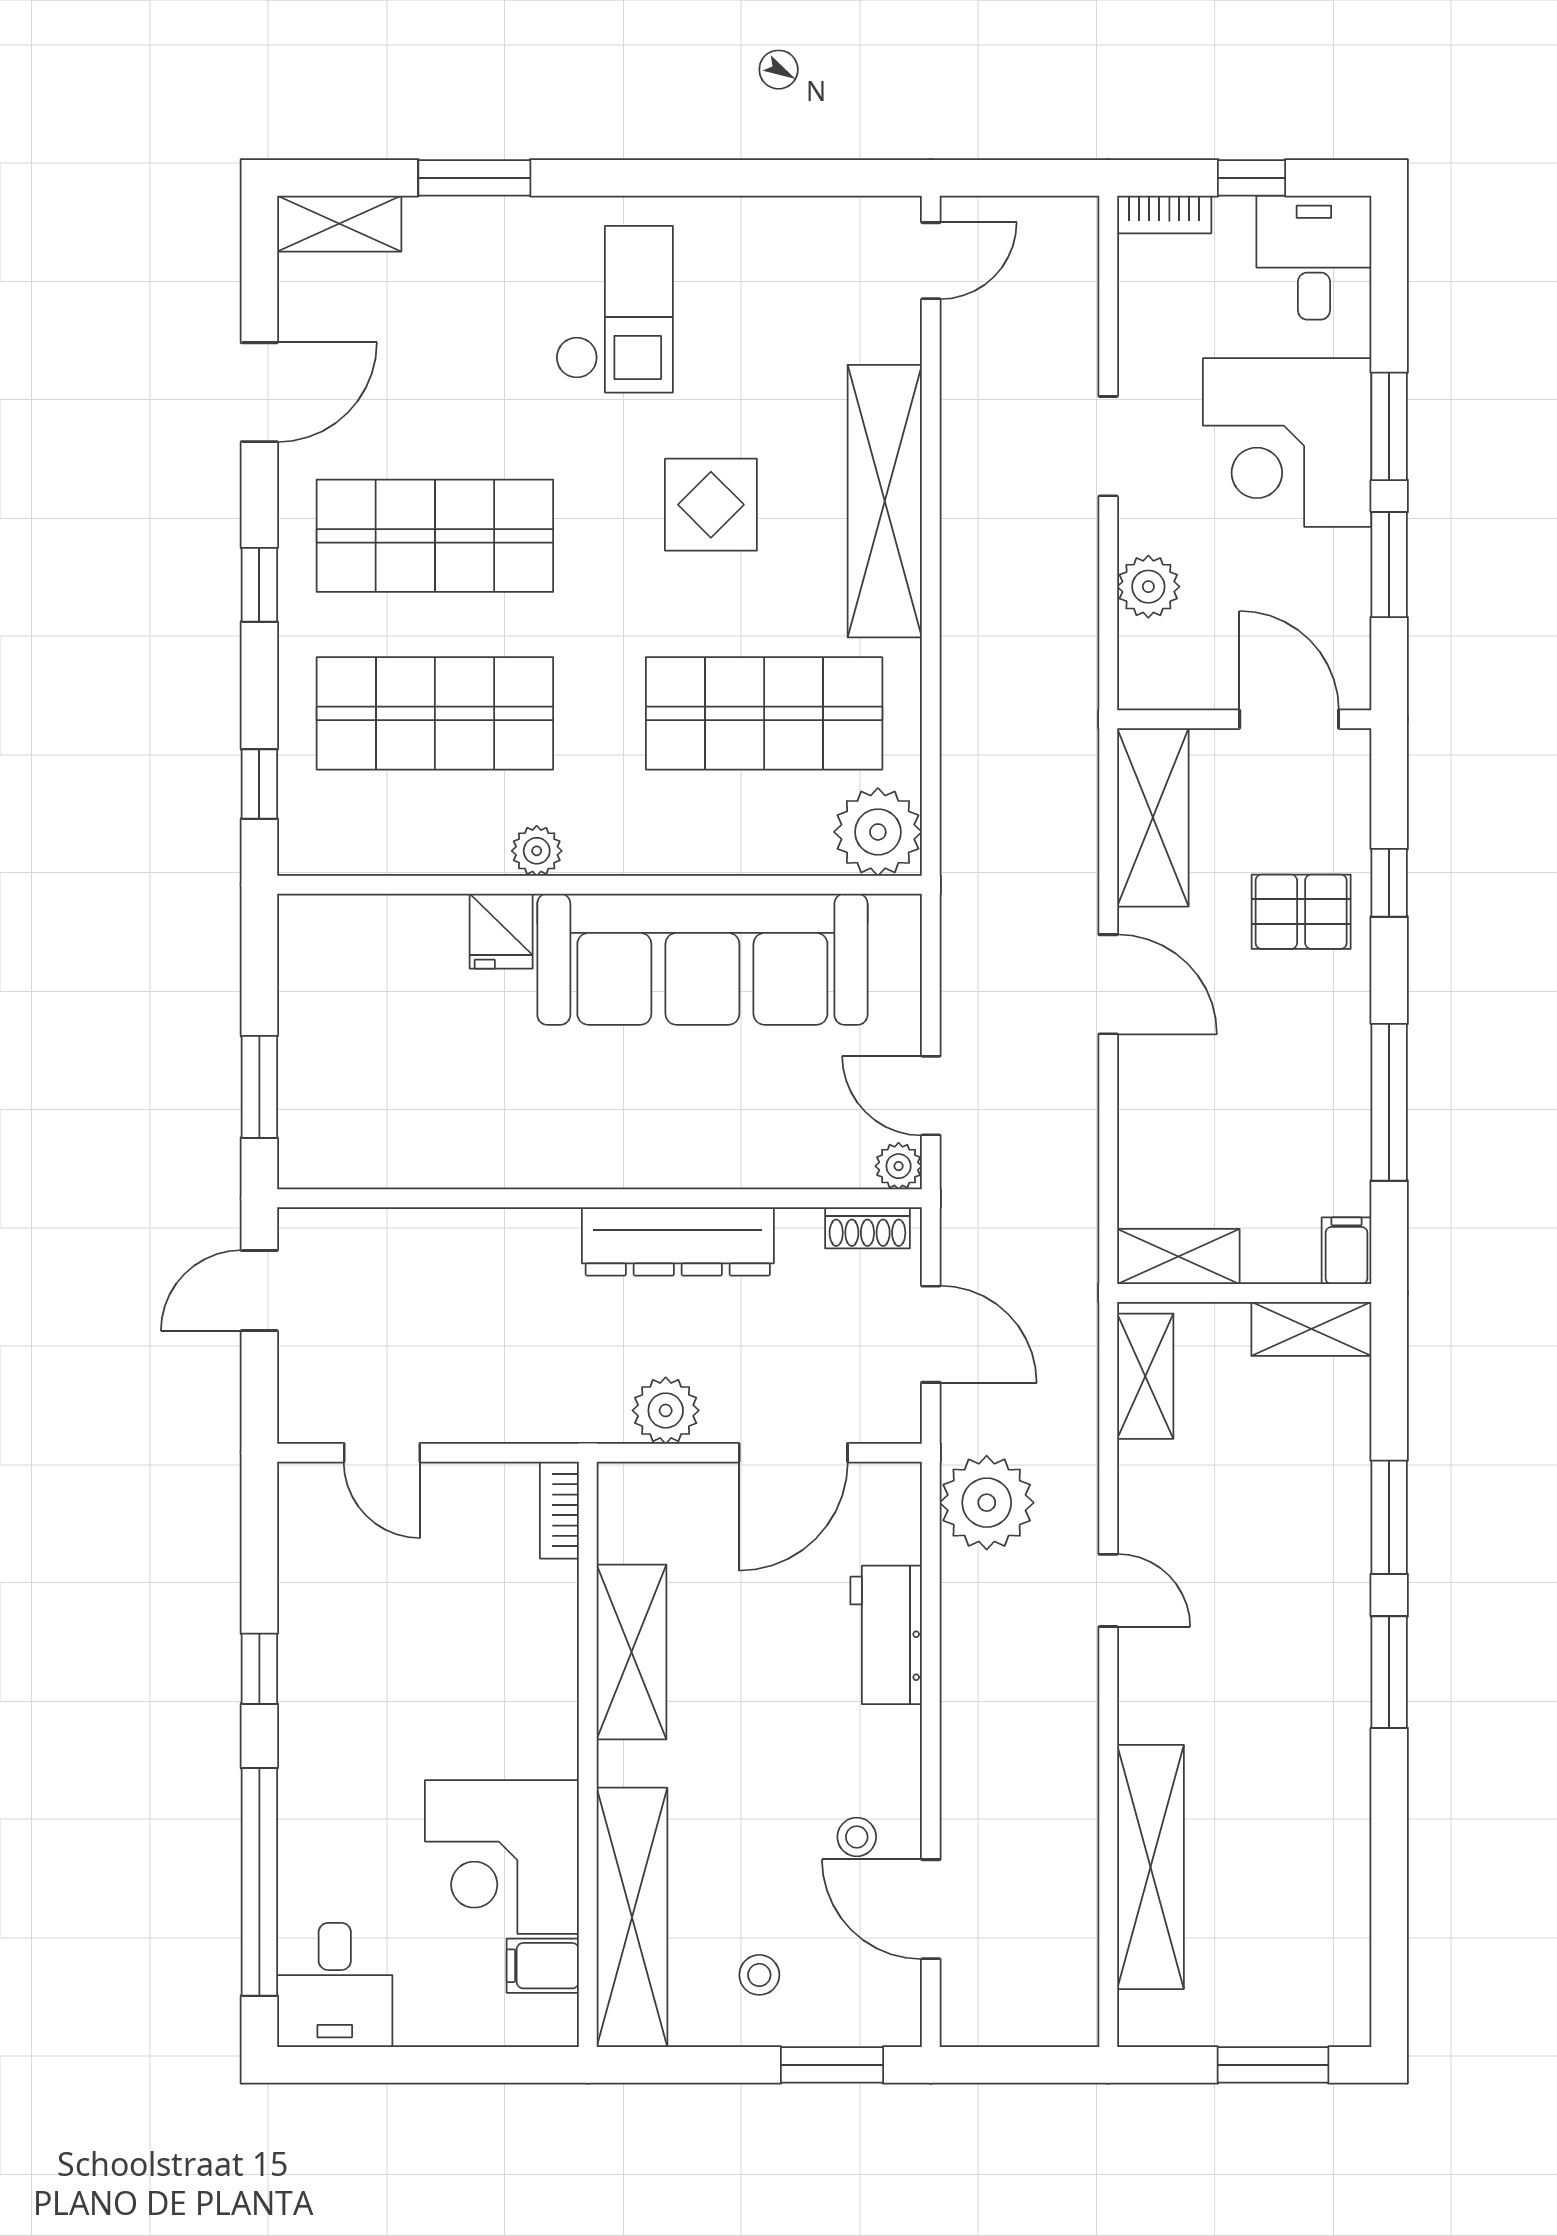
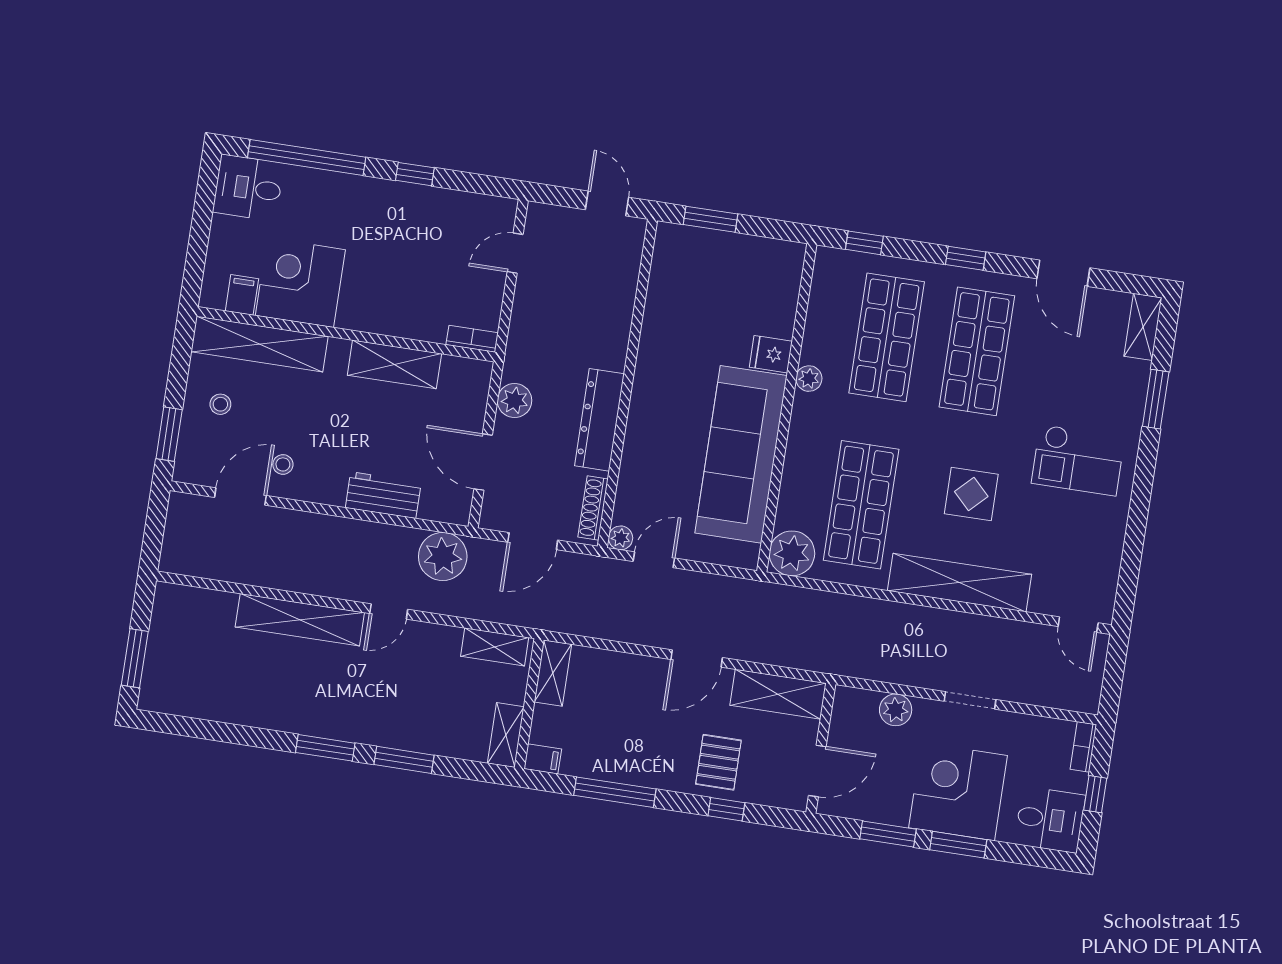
shoe rack: (867, 1228) -> (593, 508), width x1.43
shelving: (1150, 1867) -> (300, 620), moved

